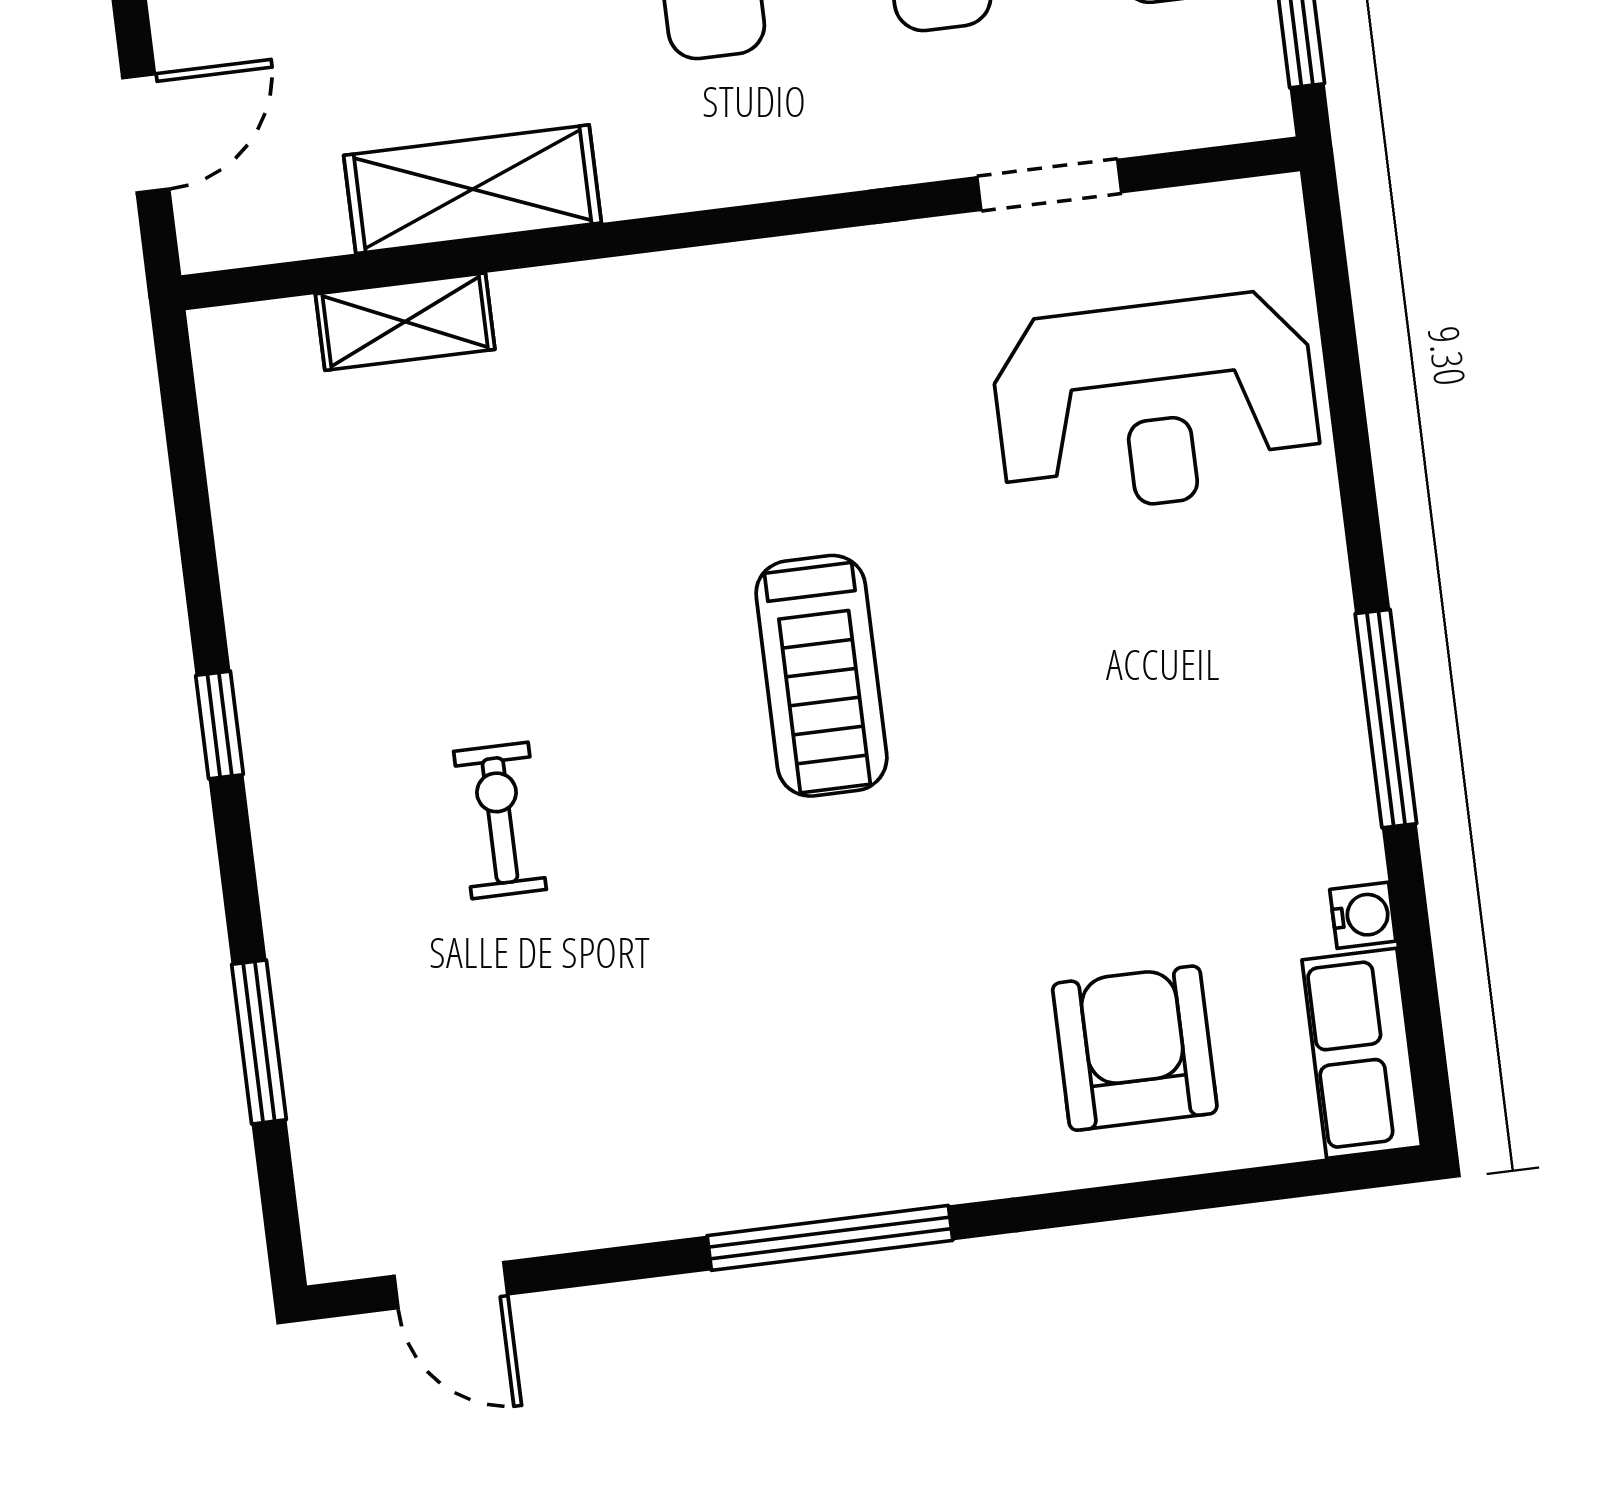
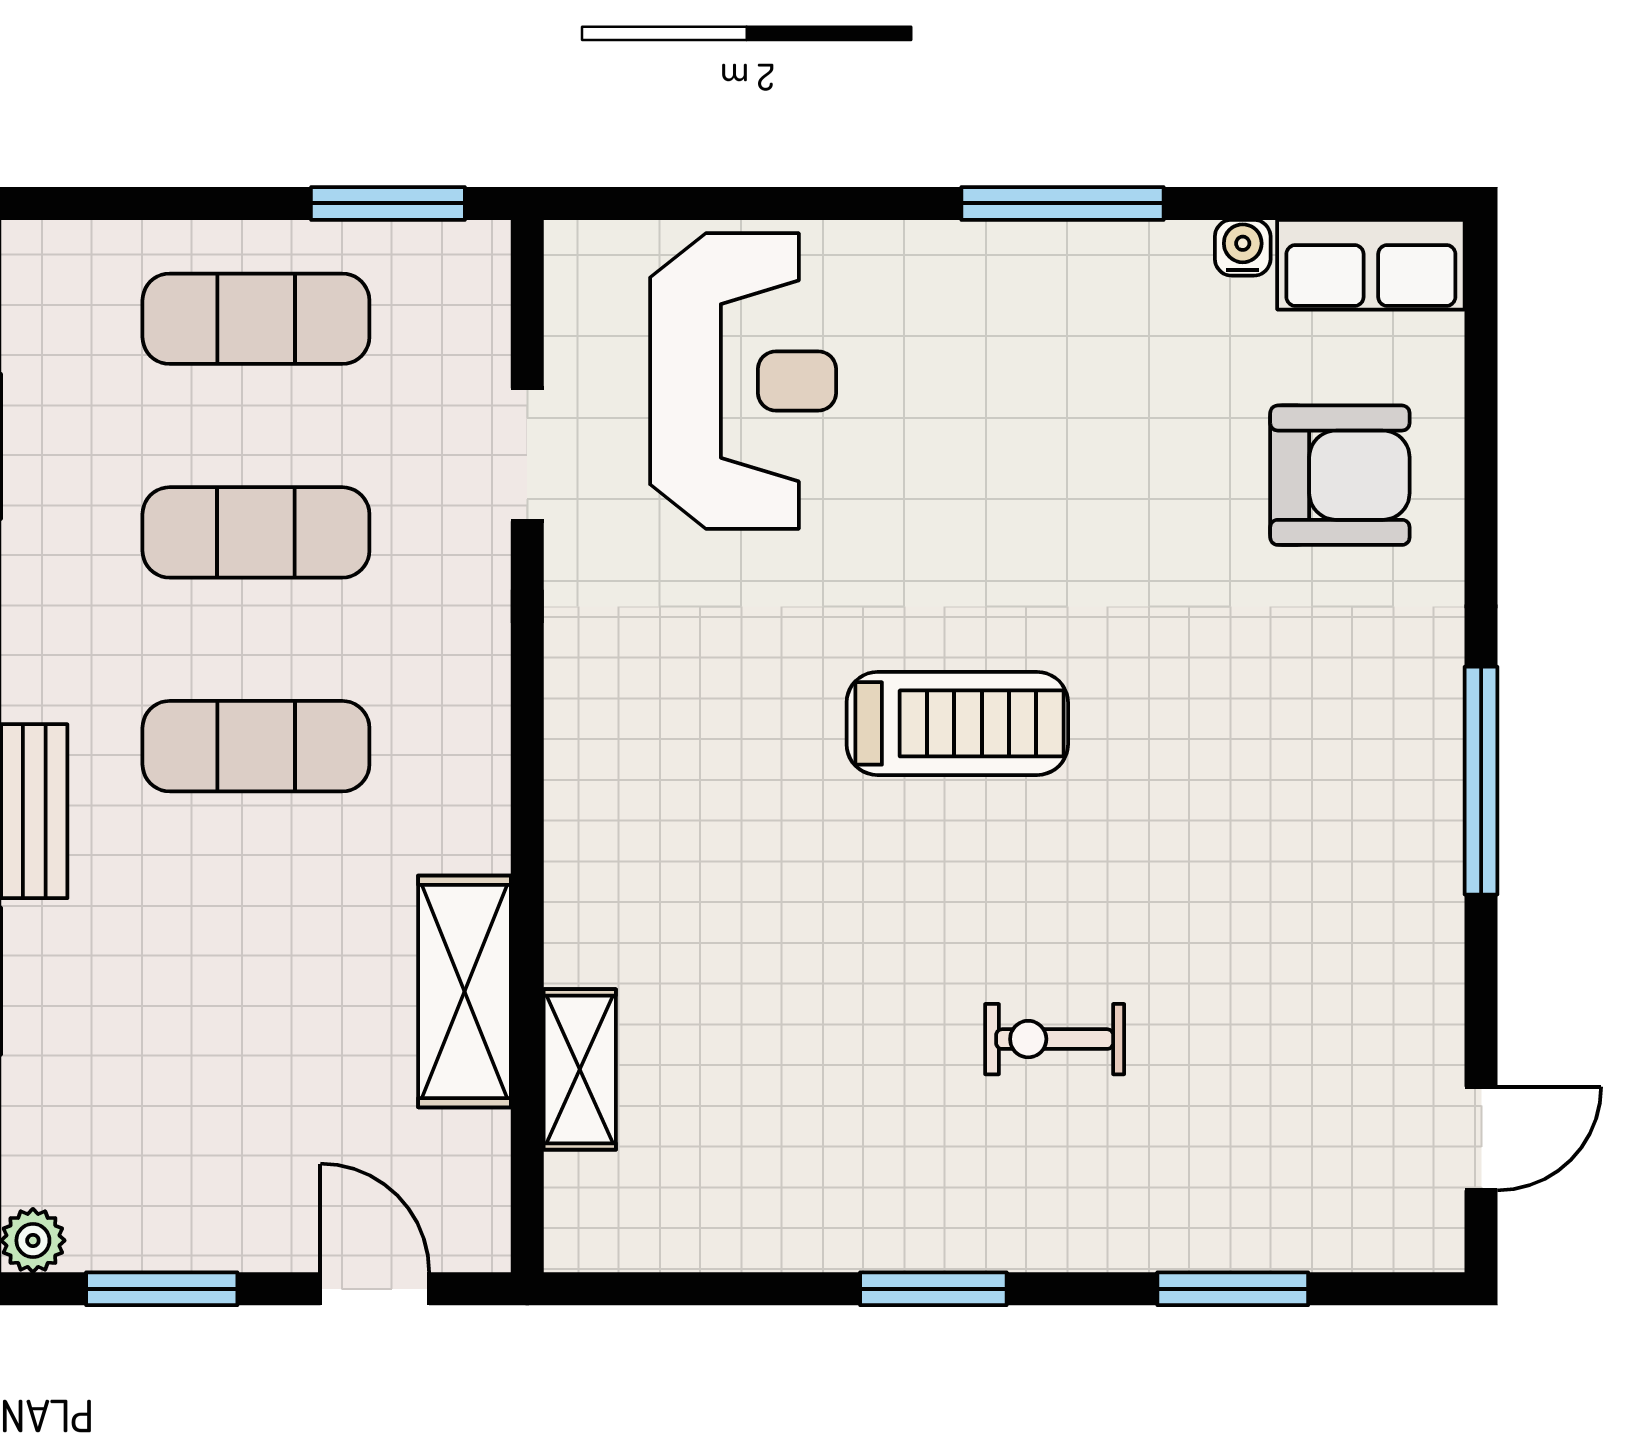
window: (220, 725) -> (933, 1289), width x1.50
armchair: (1135, 1048) -> (1340, 475), turned 180

